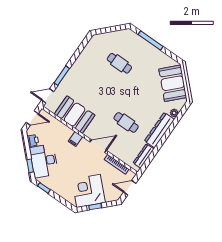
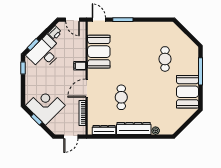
booth: (173, 83) -> (188, 92), moved, turned -45
door: (98, 146) -> (87, 88), swing flipped
door: (130, 188) -> (71, 137), swing flipped

